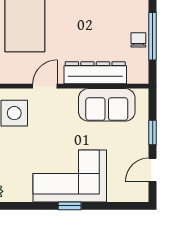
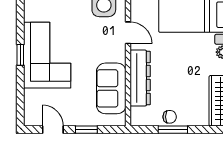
window: (153, 36) -> (173, 130), width x0.69

